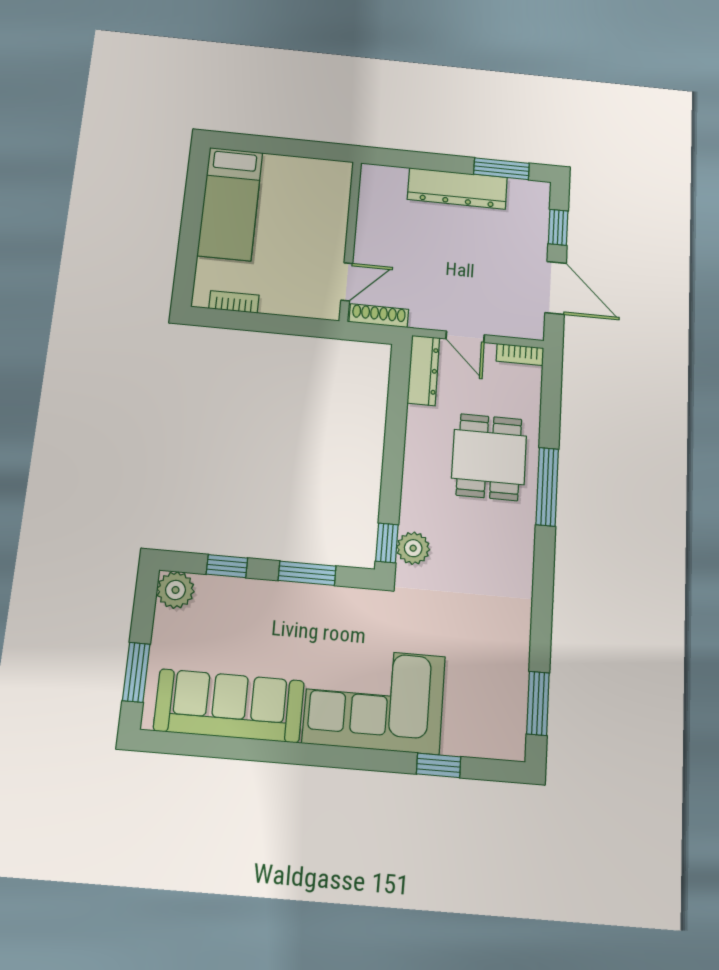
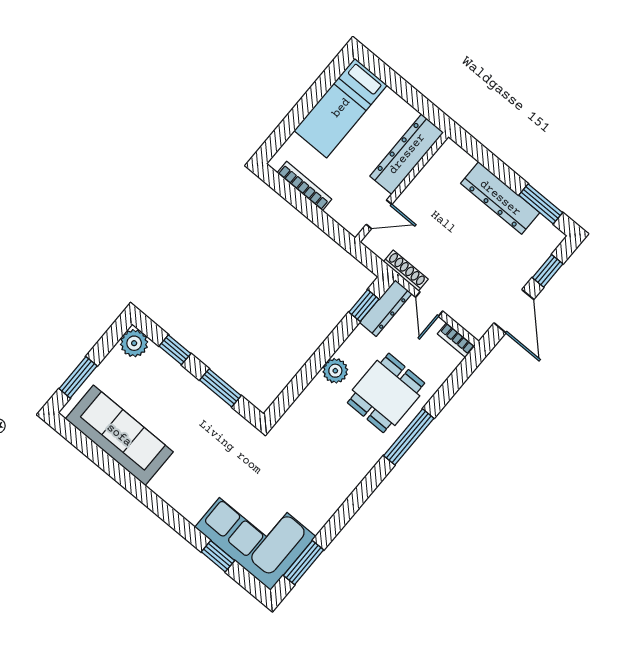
dresser: (332, 206) -> (407, 154), added
bookcase: (234, 302) -> (304, 186), width x1.56
shoe rack: (379, 316) -> (406, 270), moved
window: (387, 543) -> (364, 306), moved
plant: (413, 548) -> (335, 371), moved
corner sofa: (374, 700) -> (255, 532), moved

